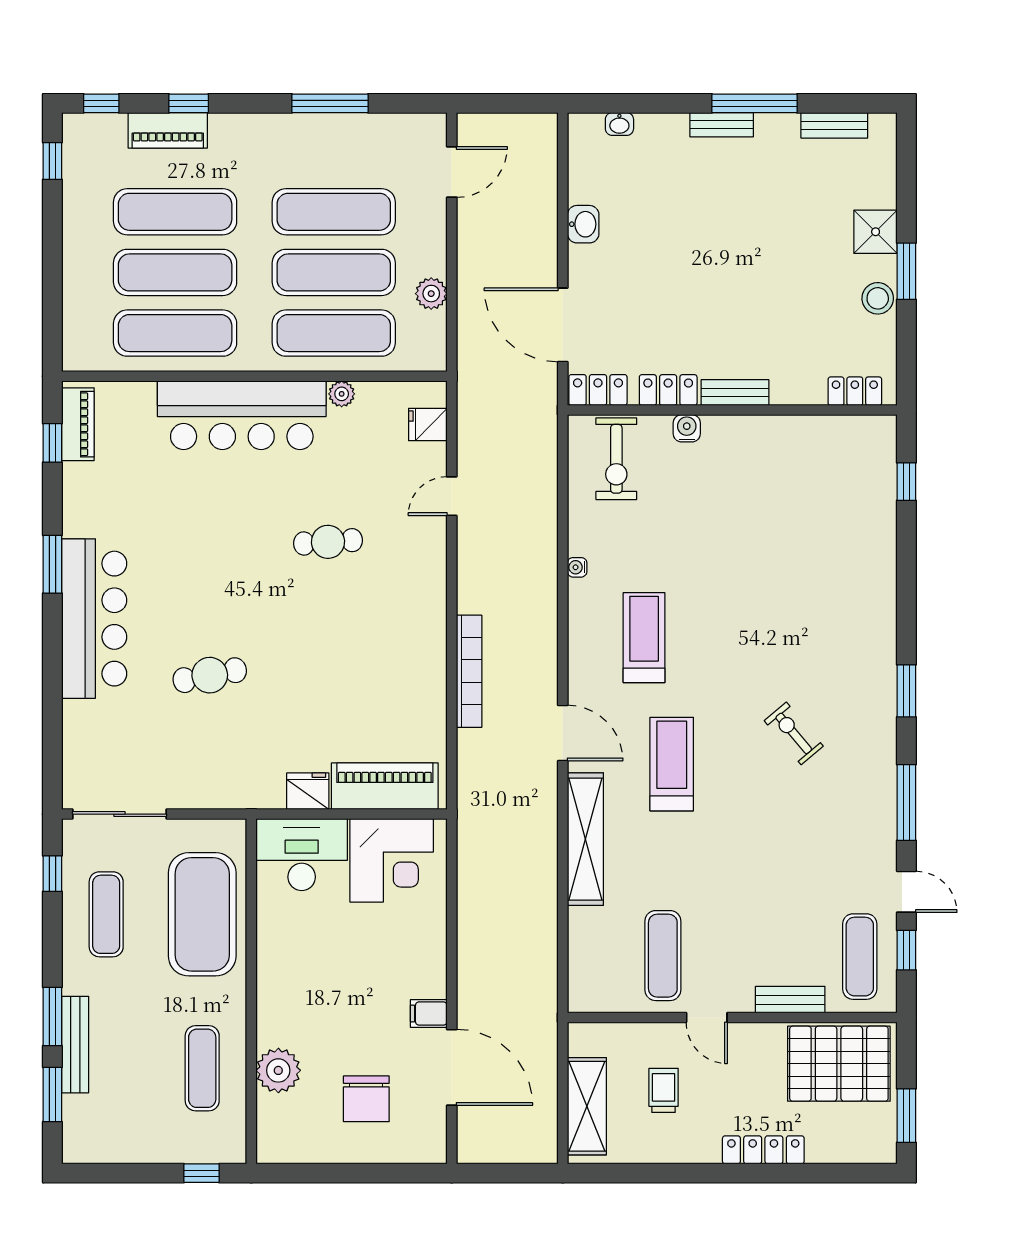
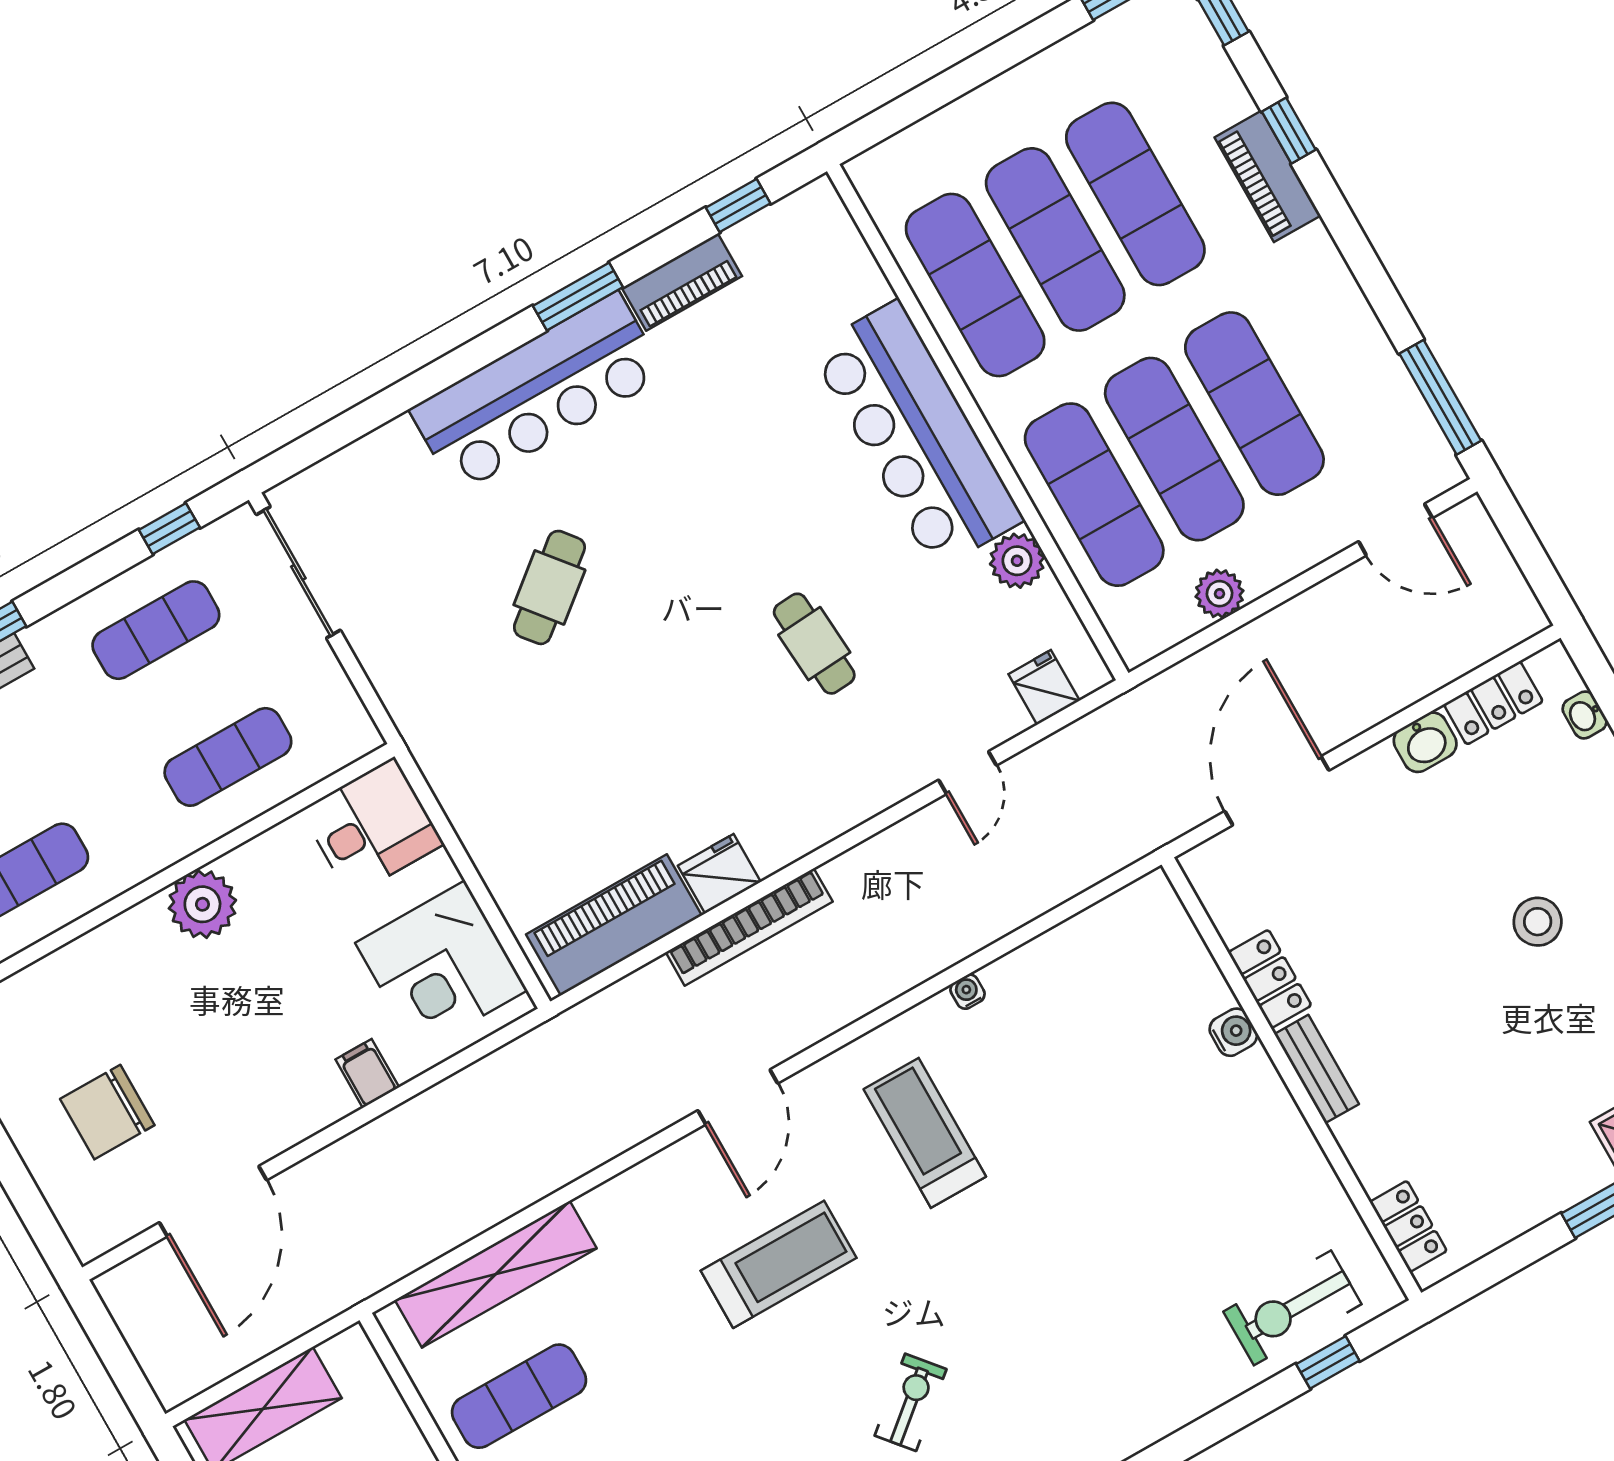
window: (330, 103) -> (1440, 397), moved
piano: (168, 130) -> (1268, 176), moved
stool: (878, 298) -> (1538, 922), moved
locker: (598, 390) -> (1493, 703), moved, turned 90
plant: (342, 394) -> (1017, 561), width x1.38, depth x1.38
piano: (78, 424) -> (682, 282), moved
exercise bike: (616, 459) -> (1292, 1308), moved
door: (452, 496) -> (967, 773), swing flipped
treadmill: (644, 638) -> (925, 1133), turned -90
cafe table: (210, 675) -> (549, 587), turned 62
piano: (385, 786) -> (614, 925), moved, turned -90
fridge: (308, 791) -> (719, 874), moved, turned -90
shelving: (585, 839) -> (496, 1274), moved
desk: (302, 855) -> (372, 827), width x0.73
exercise mat: (202, 914) -> (228, 757), width x0.50, depth x0.69
filing cabinet: (429, 1014) -> (367, 1073), moved
plant: (278, 1070) -> (202, 904), moved

